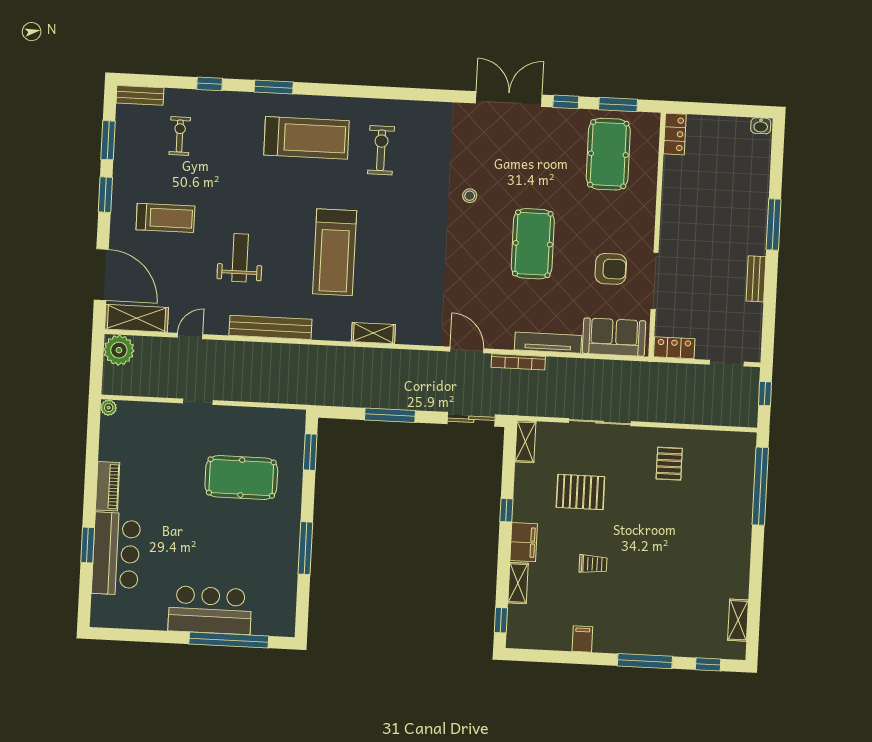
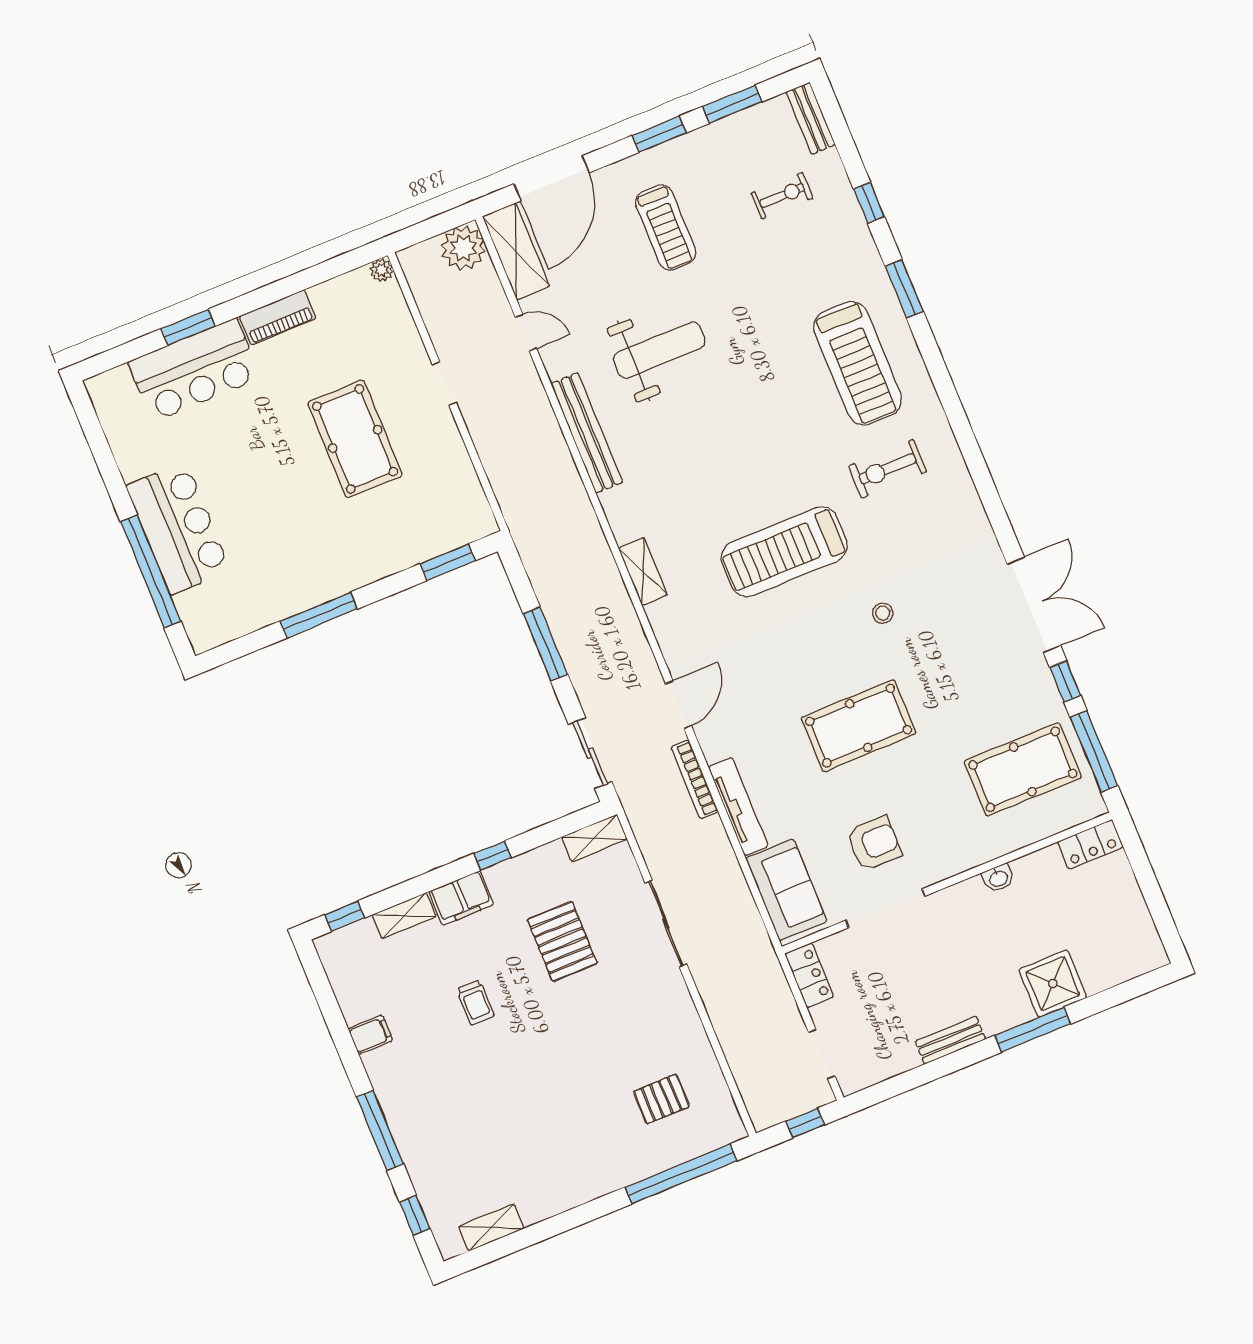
window: (618, 105) -> (1094, 752), width x1.44
washbasin: (761, 126) -> (998, 878), moved, turned -90
exercise bike: (381, 150) -> (888, 469), turned 180
shower: (751, 198) -> (1053, 984), added
treadmill: (335, 252) -> (784, 552), moved
weight bench: (240, 258) -> (659, 350), width x1.36, depth x1.33
armchair: (611, 269) -> (874, 843), turned -90
pallet: (669, 464) -> (661, 1099), moved
pool table: (241, 478) -> (355, 439), moved

